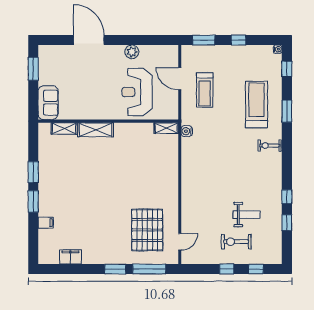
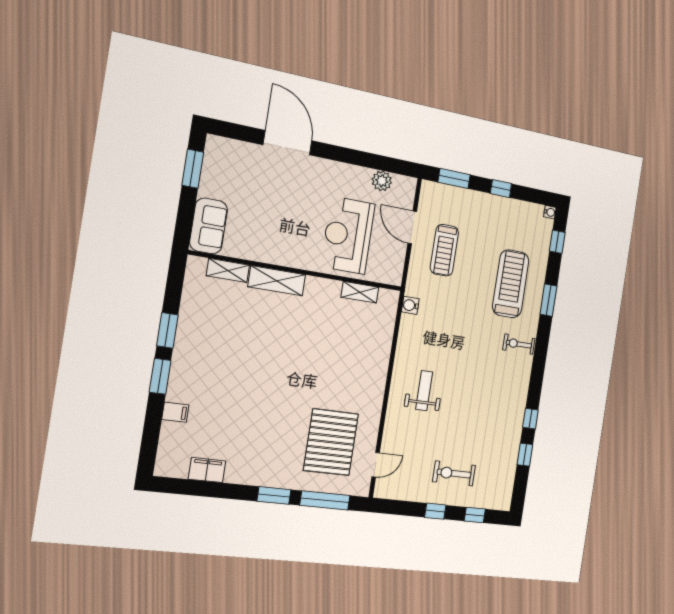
plant: (132, 52) -> (382, 181), moved
shelving: (166, 128) -> (360, 292), moved
weight bench: (246, 215) -> (424, 391), moved, turned -90

